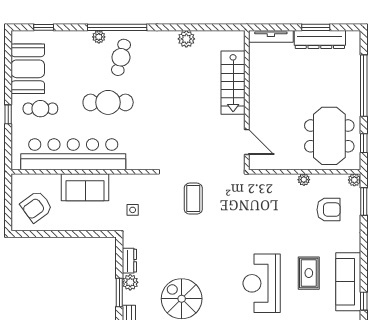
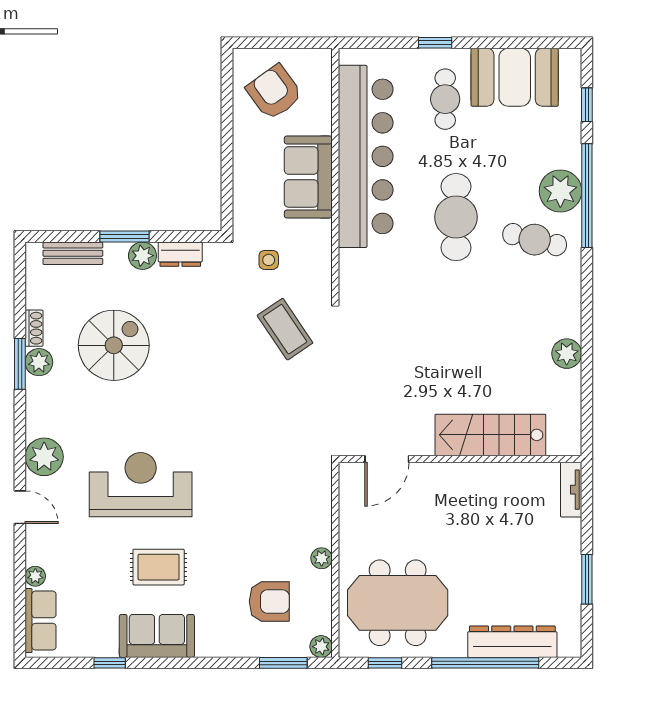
window: (117, 27) -> (587, 196), moved
tv unit: (271, 36) -> (571, 490), width x0.71
plant: (99, 37) -> (560, 191), width x1.87, depth x1.87
dresser: (320, 39) -> (512, 642), moved, turned 90
coffee table: (193, 199) -> (285, 329), moved, turned 56
armchair: (329, 210) -> (269, 601), turned -90
sofa: (348, 282) -> (157, 636), width x0.73

